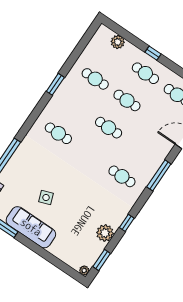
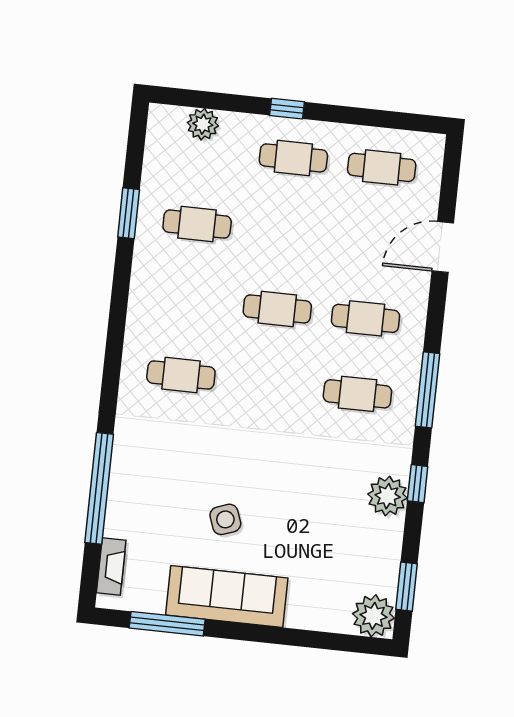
window: (55, 84) -> (129, 213), moved
cafe table: (127, 100) -> (366, 318), moved
window: (159, 175) -> (428, 390), moved
plant: (105, 233) -> (388, 496), moved
plant: (84, 270) -> (373, 616), width x1.87, depth x1.87

